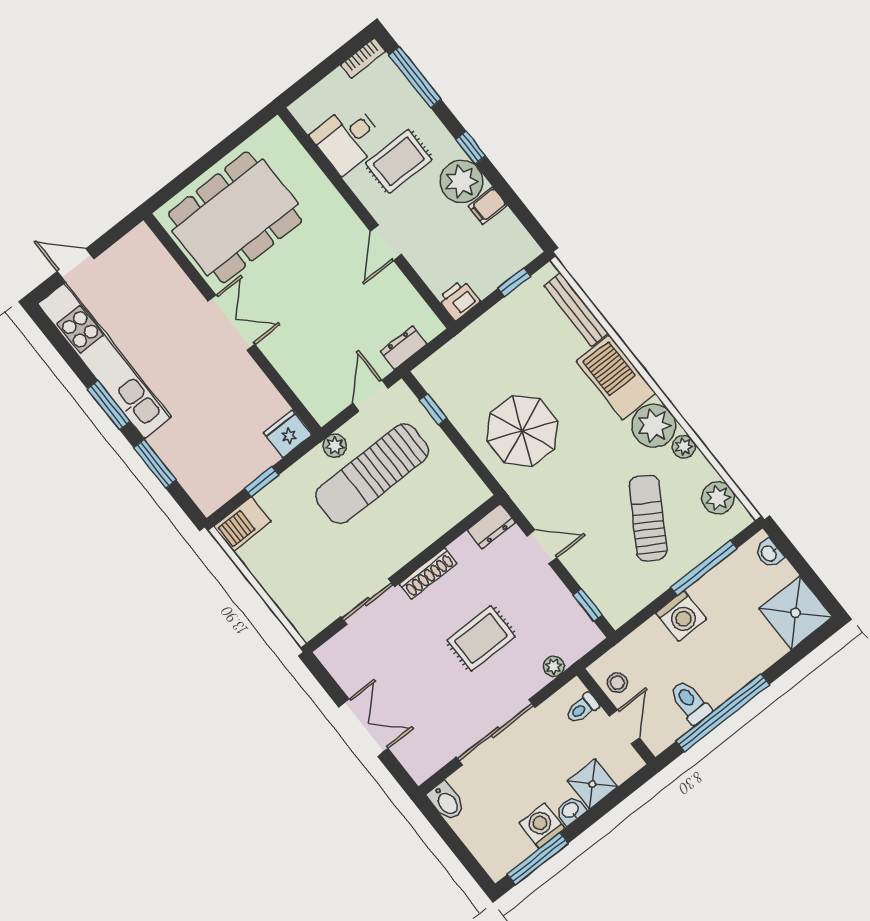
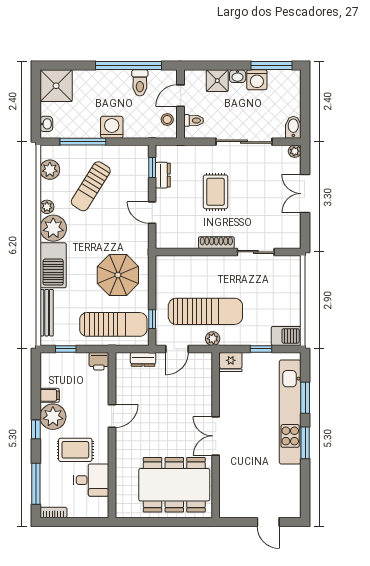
kitchen unit: (105, 360) -> (290, 412), moved
sun lounger: (478, 362) -> (113, 324), added
dresser: (491, 526) -> (163, 175), moved, turned 90
rug: (481, 638) -> (216, 192), turned 90
plant: (554, 666) -> (295, 151), moved

